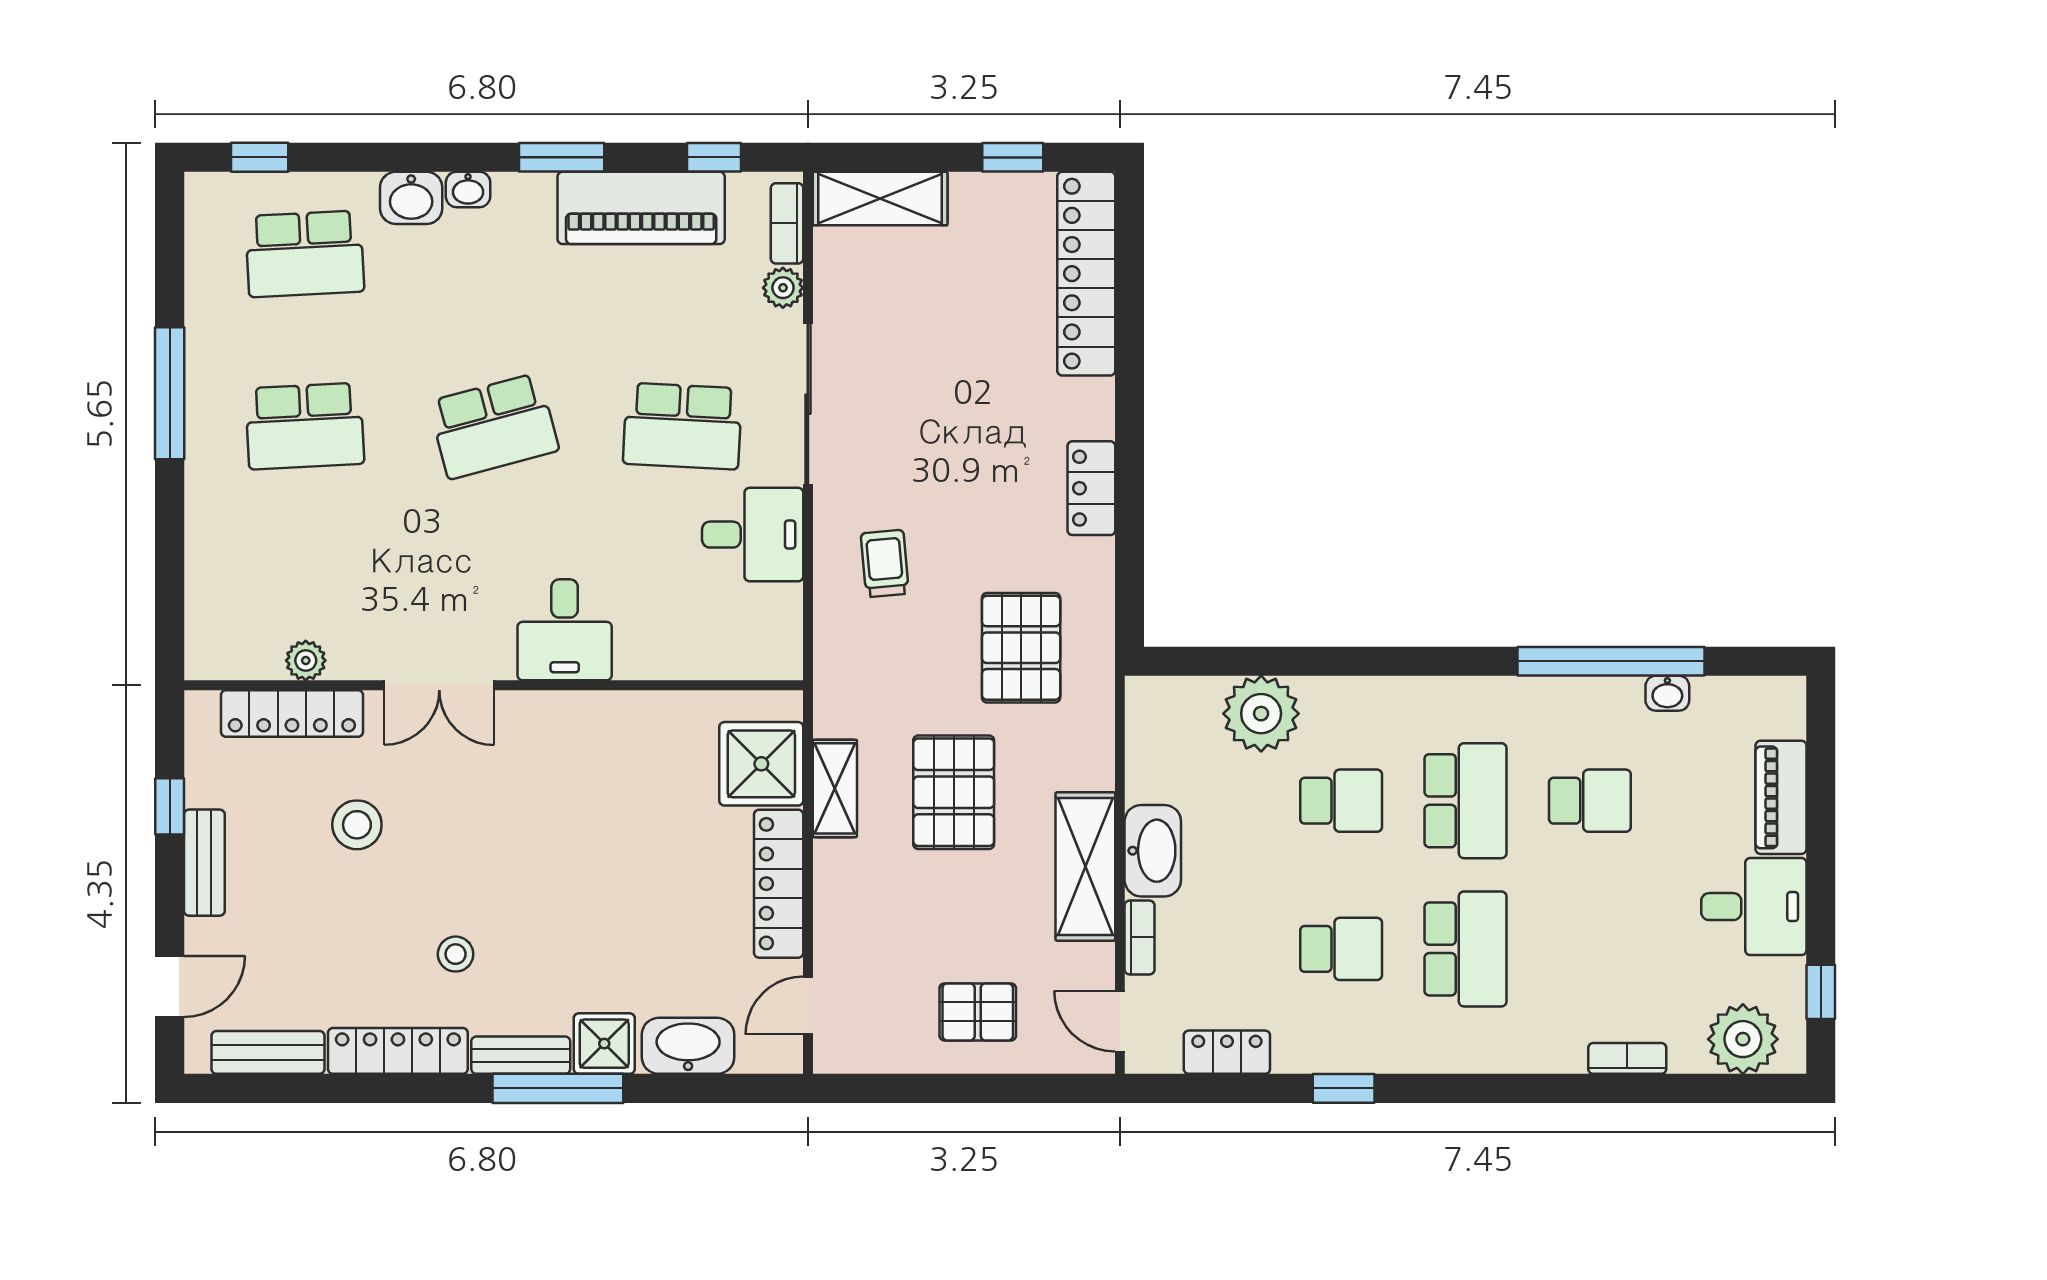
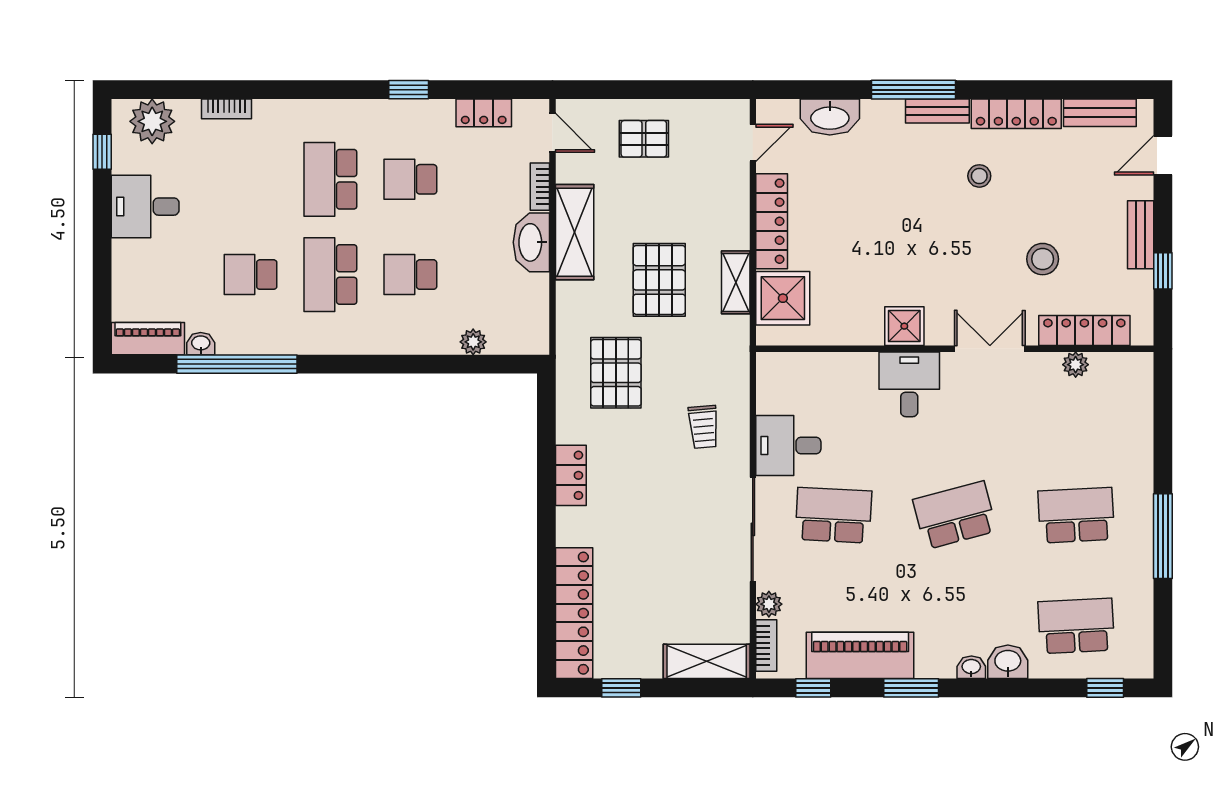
plant: (1261, 714) -> (473, 342), width x0.53, depth x0.53
piano: (1781, 797) -> (148, 339), moved, turned -90
shower: (604, 1044) -> (904, 326), moved

